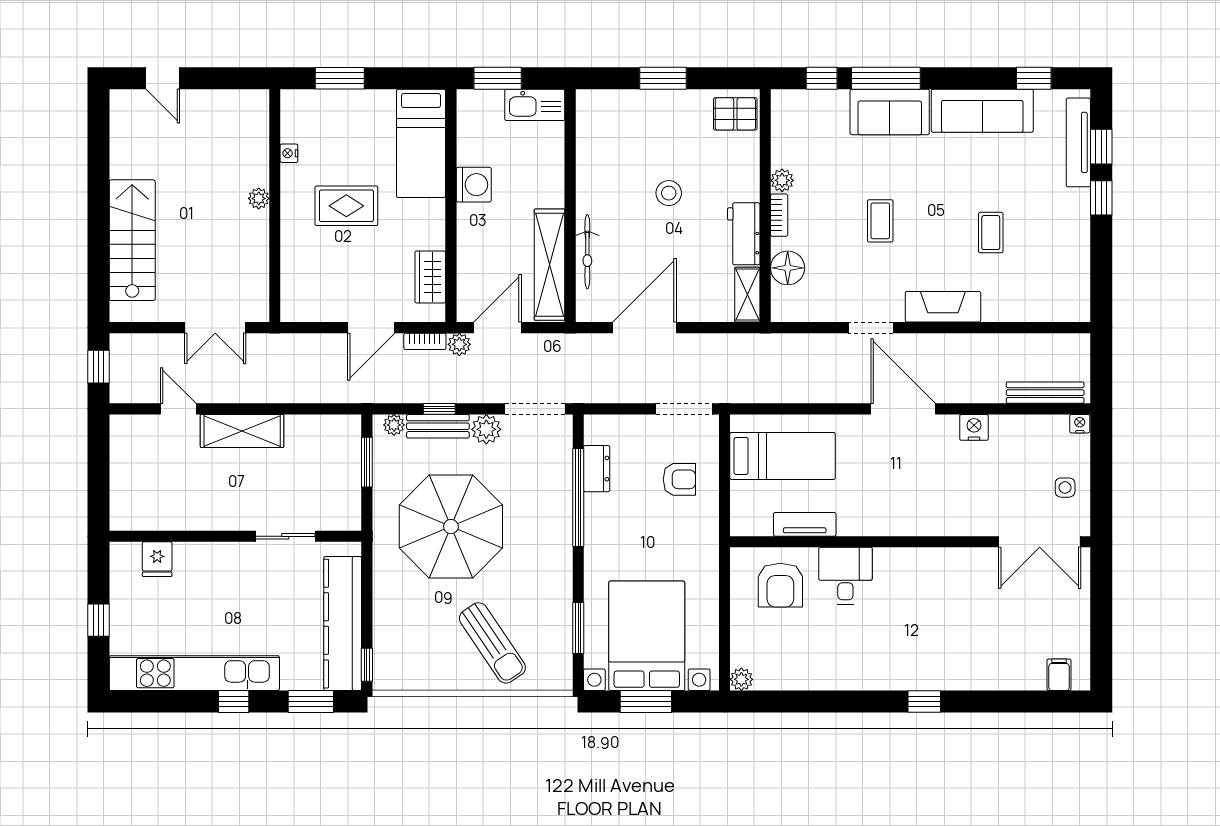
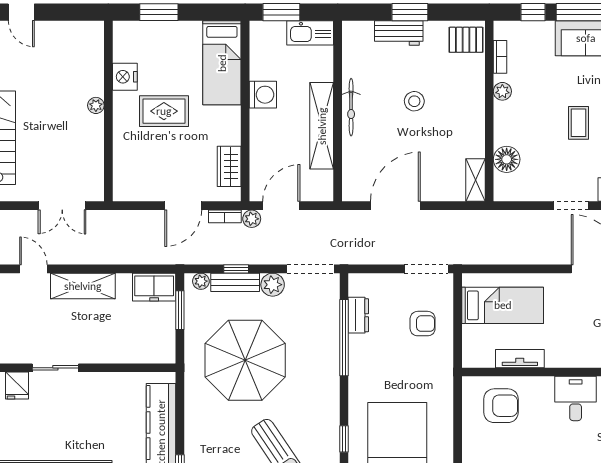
nightstand: (289, 153) -> (125, 77), width x1.89, depth x1.79
bookcase: (779, 215) -> (500, 57), moved
workbench: (744, 234) -> (399, 33), moved, turned -90
bicycle: (587, 252) -> (351, 107), moved
shelving: (549, 265) -> (322, 126), moved
freezer: (334, 432) -> (154, 287), added
sliding door: (285, 536) -> (55, 368), moved
desk: (845, 576) -> (576, 398), moved
armchair: (780, 585) -> (501, 406), turned -90
window: (578, 628) -> (344, 439), width x0.67

